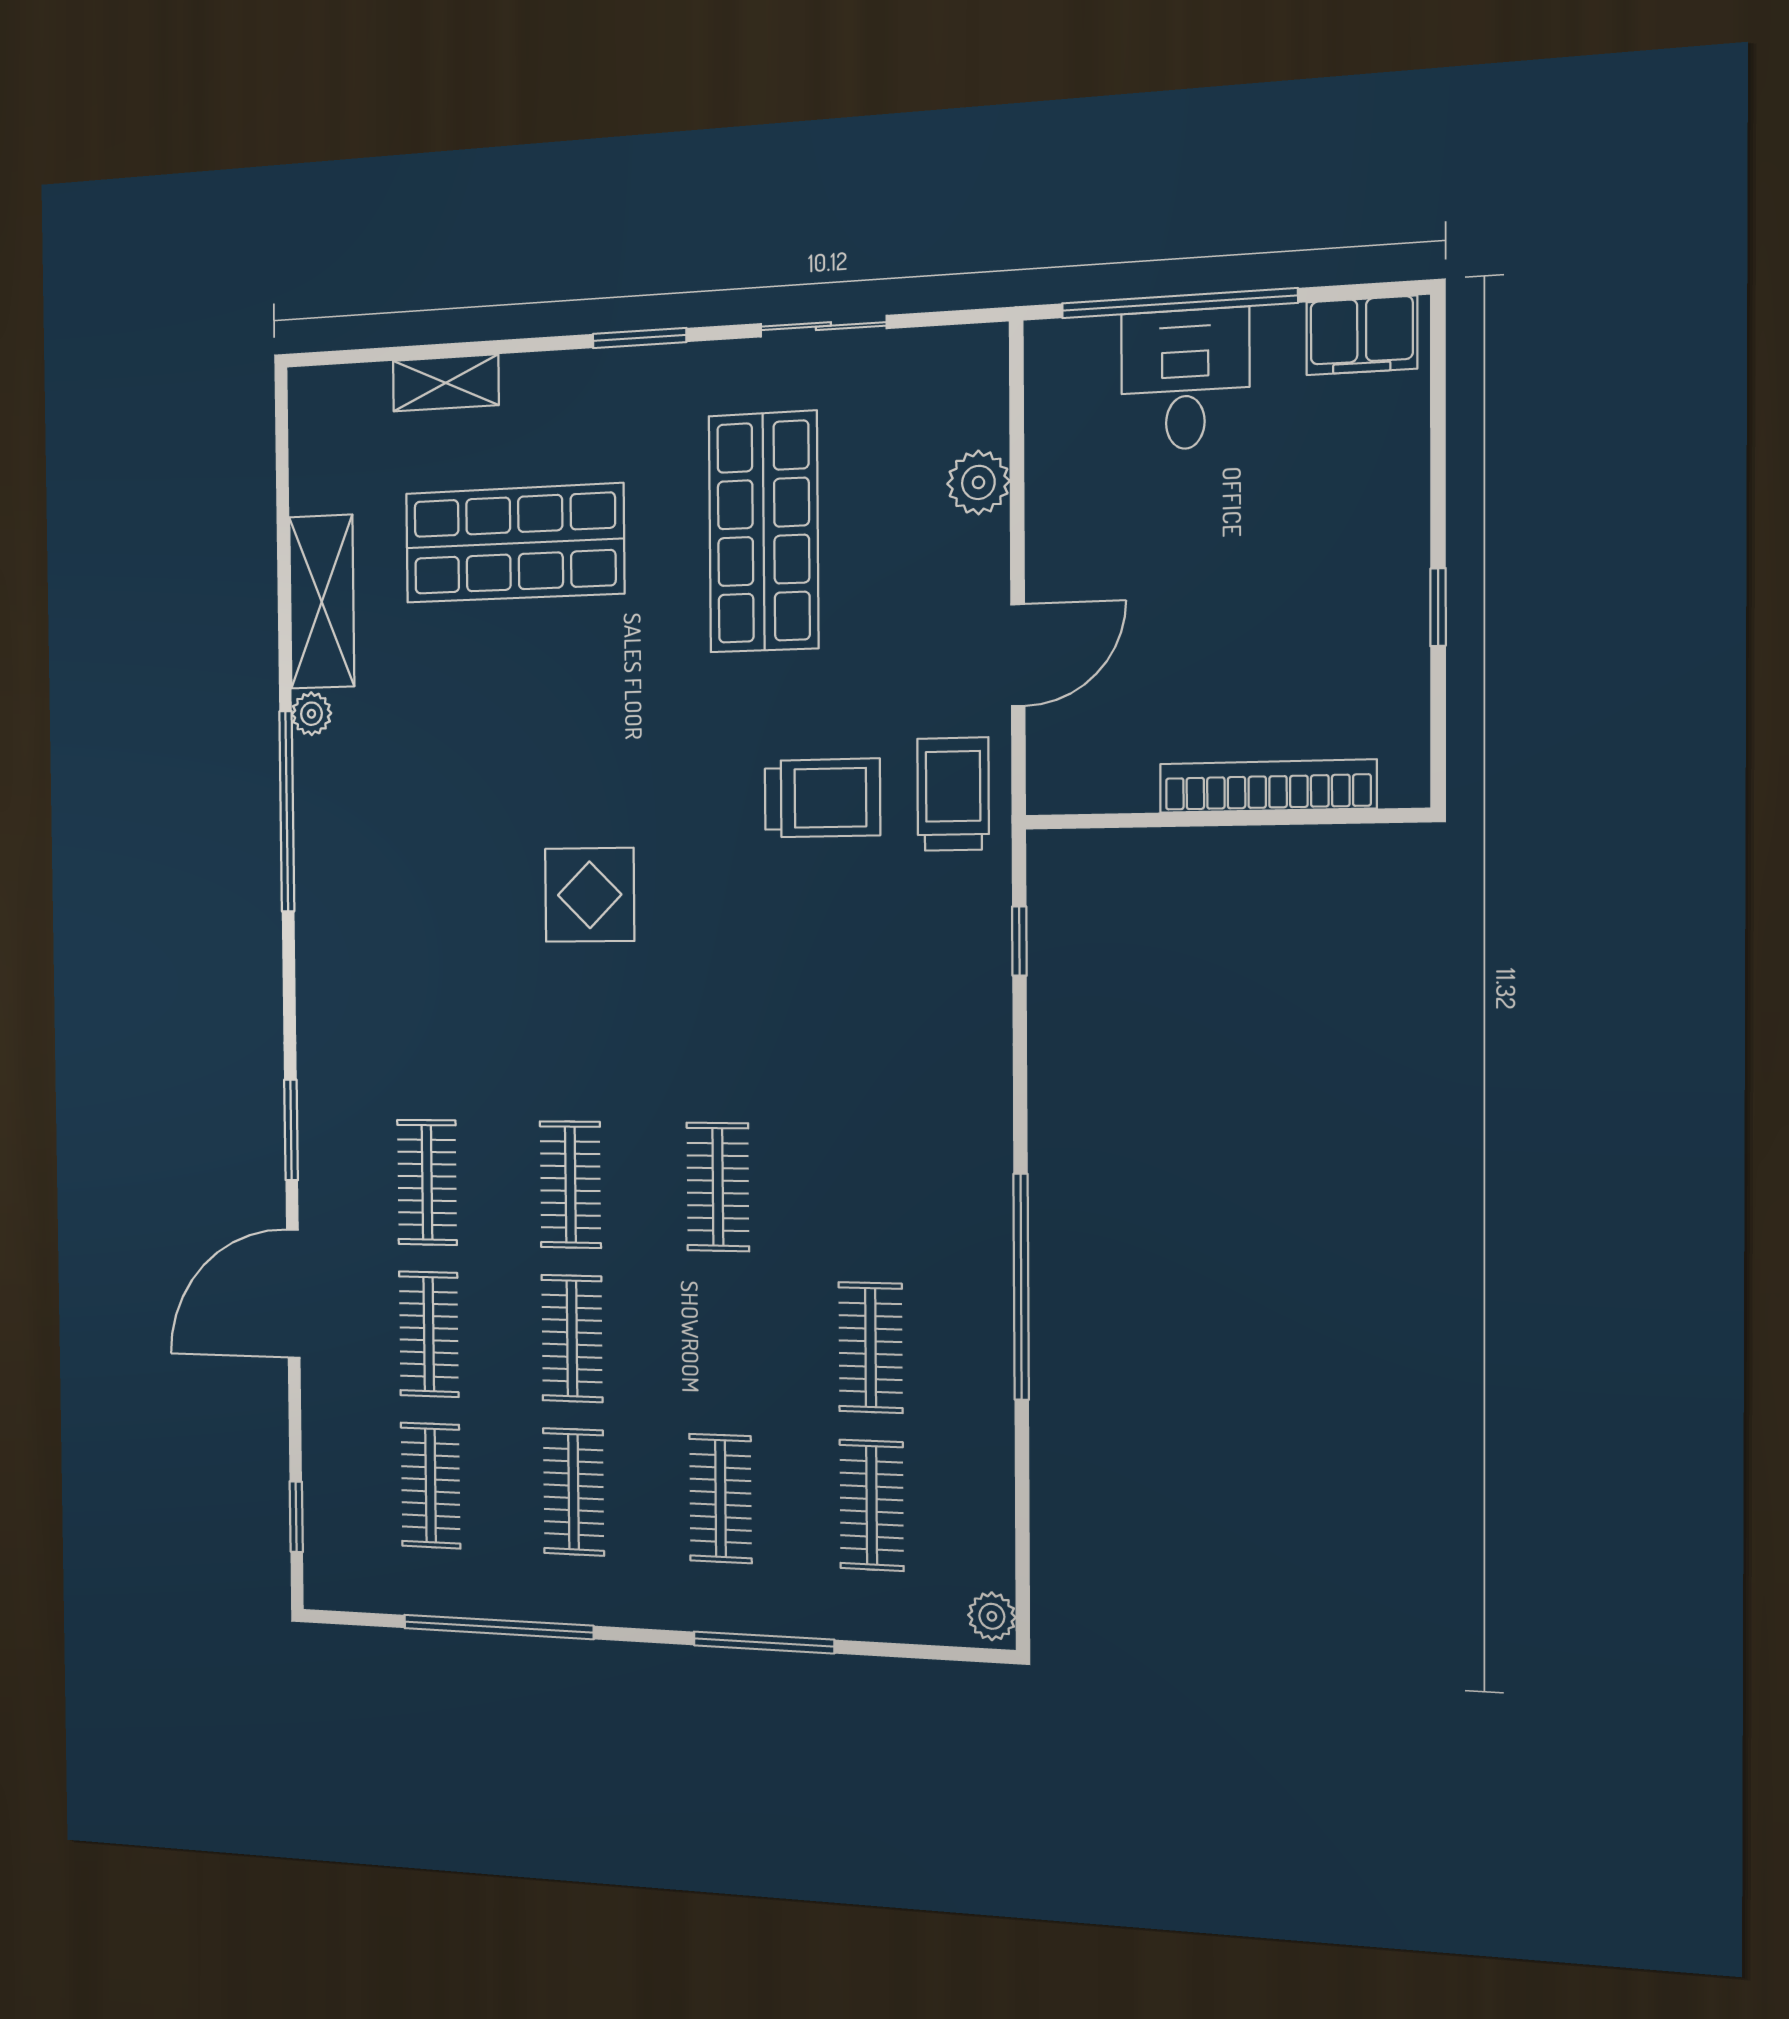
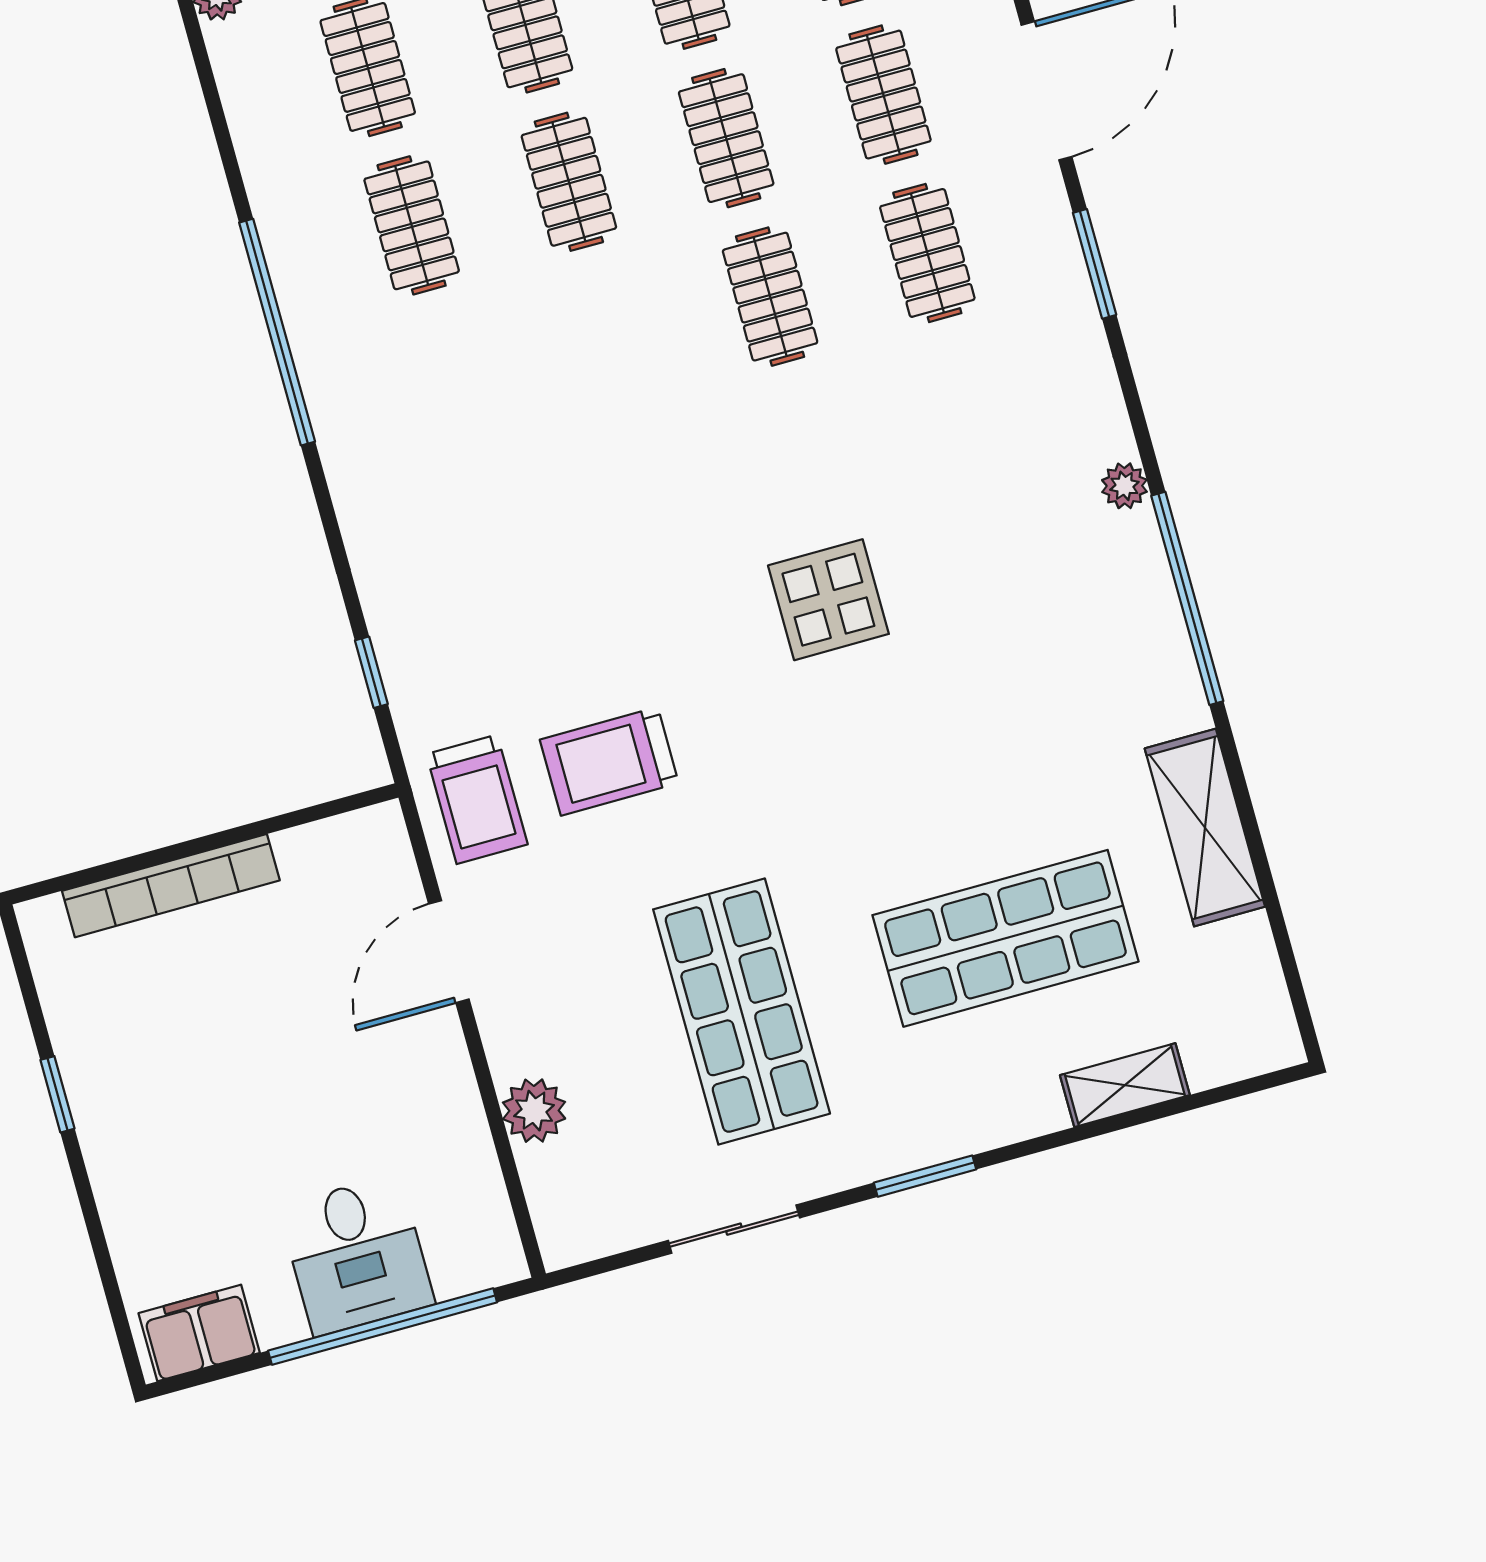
plant: (311, 714) -> (1124, 486), moved
clothes rail: (718, 1187) -> (569, 182), moved

